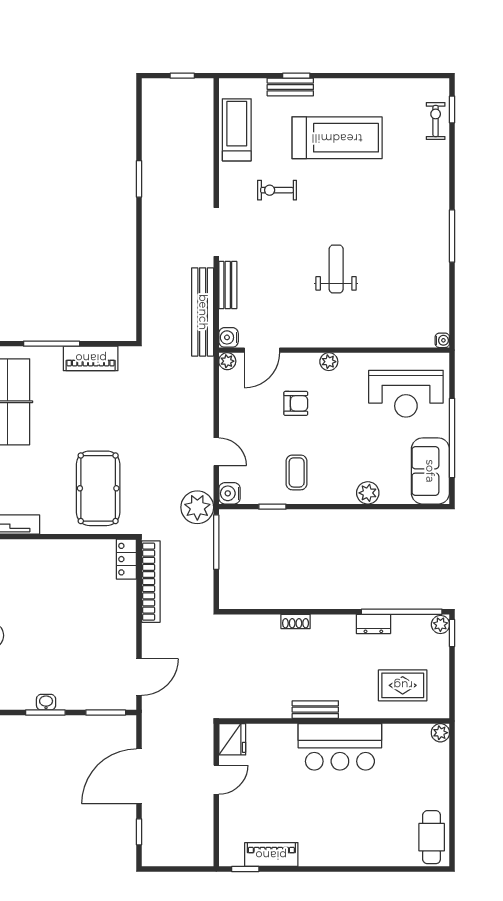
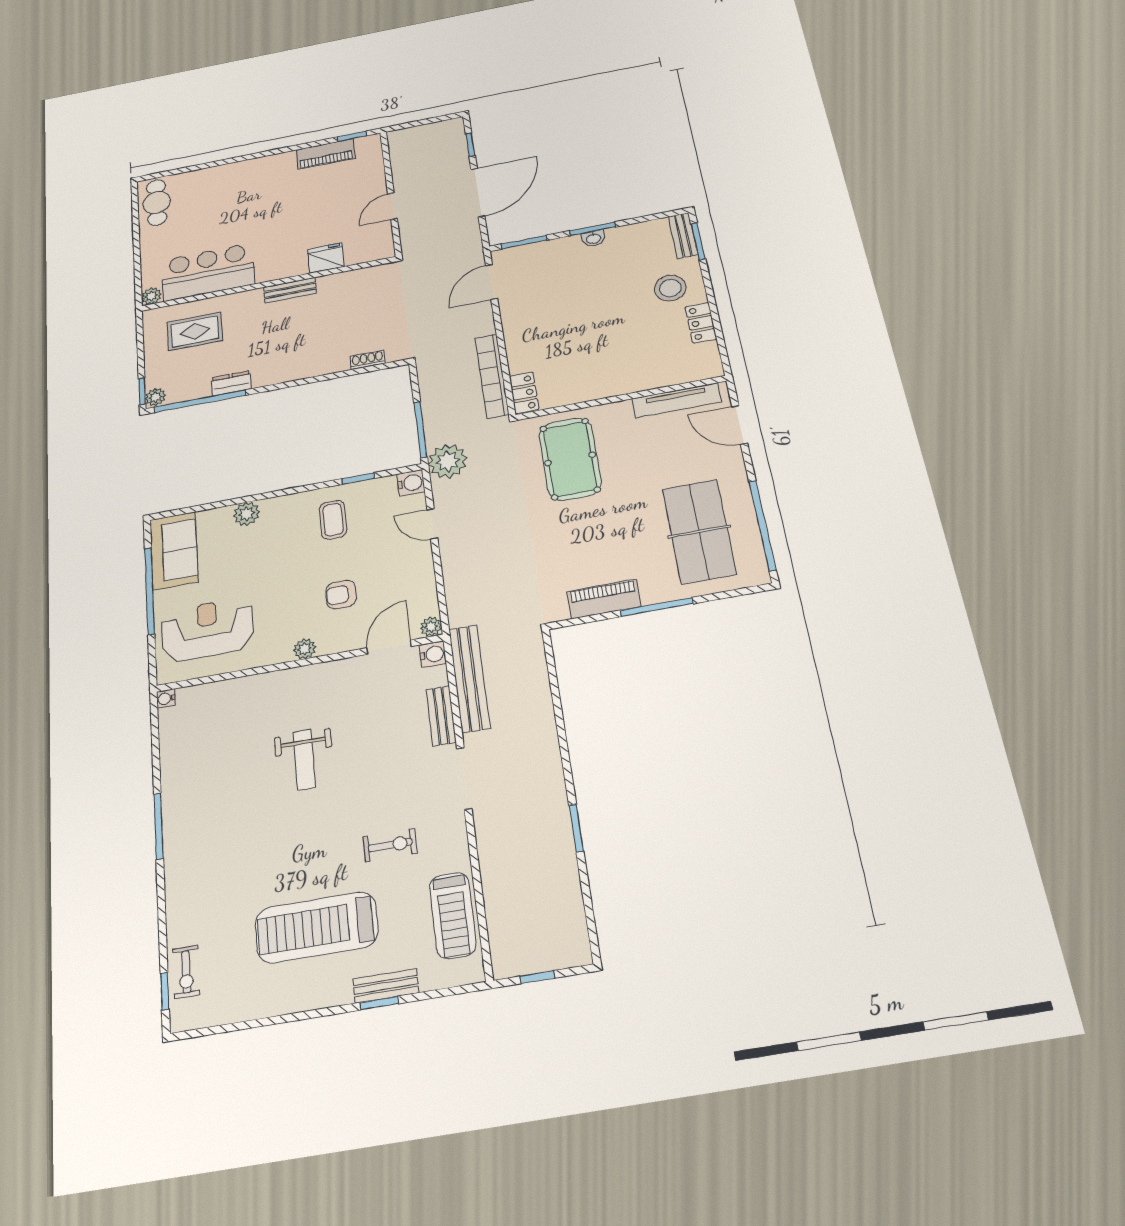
shoe rack: (296, 621) -> (368, 360), moved
fridge: (232, 739) -> (326, 258), moved, turned 90
bar counter: (340, 747) -> (208, 272), moved

